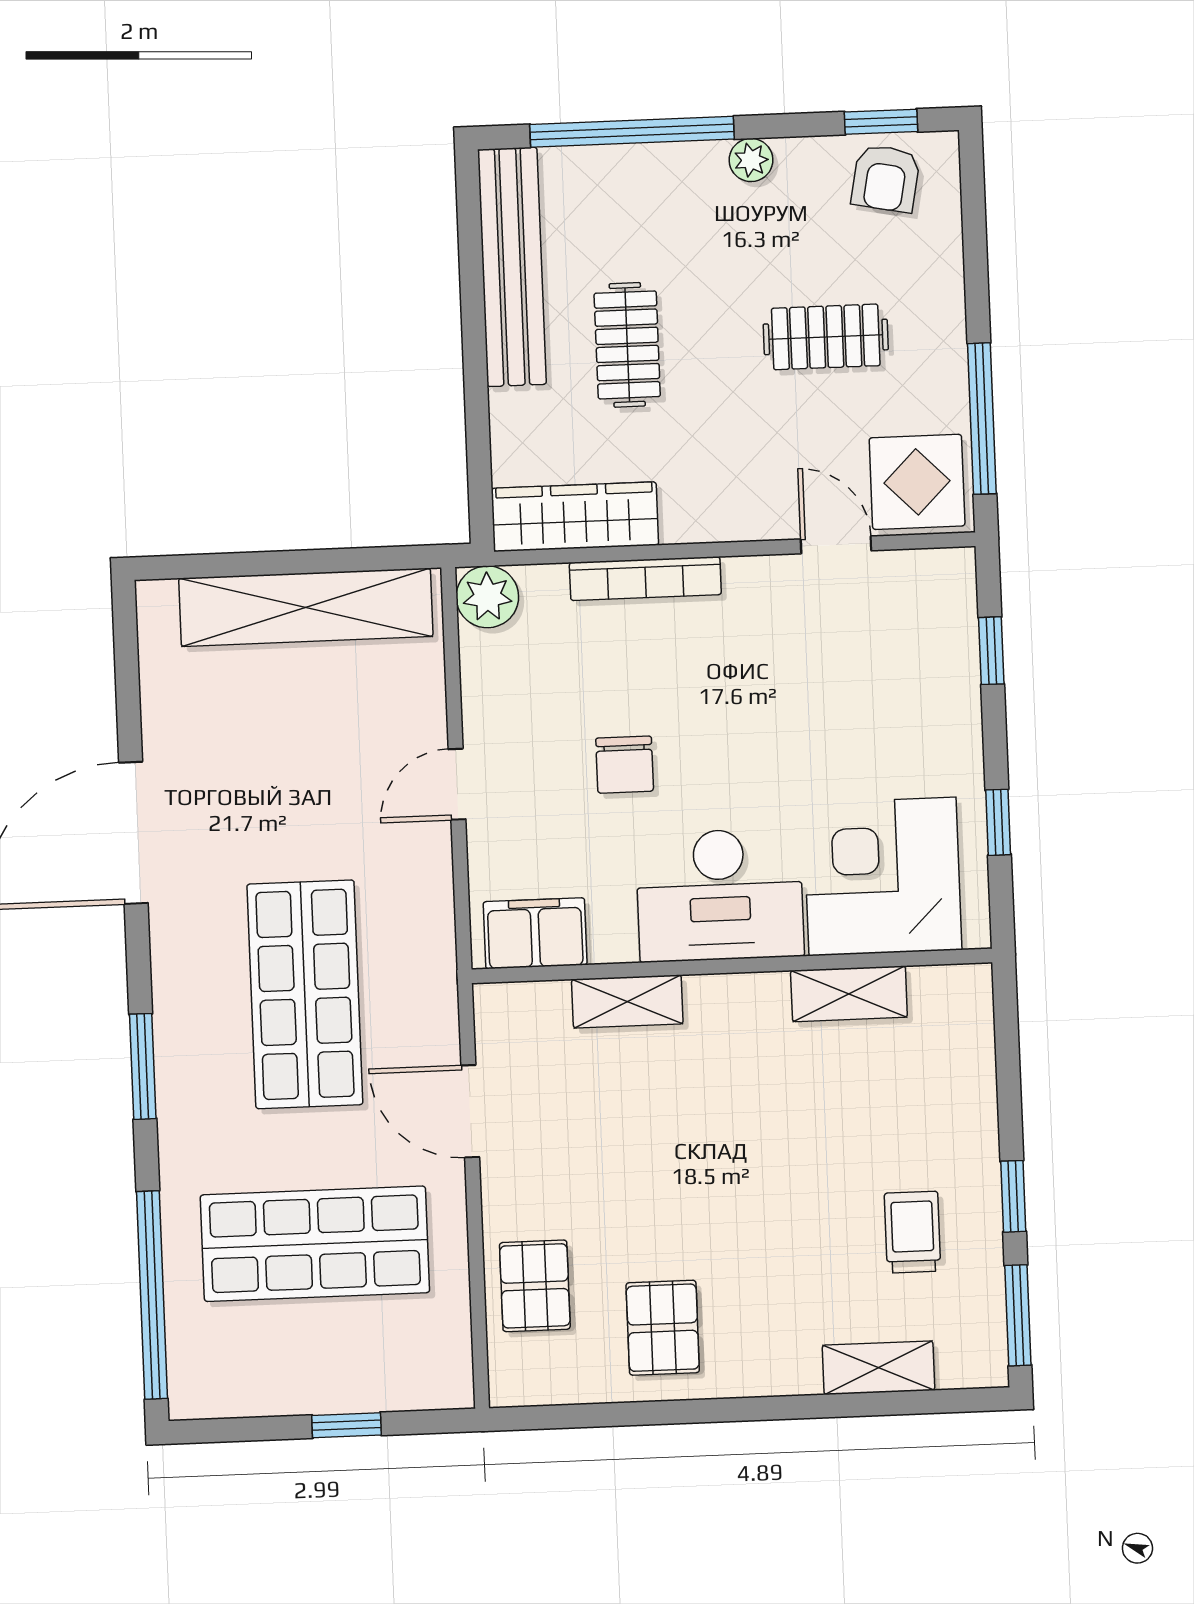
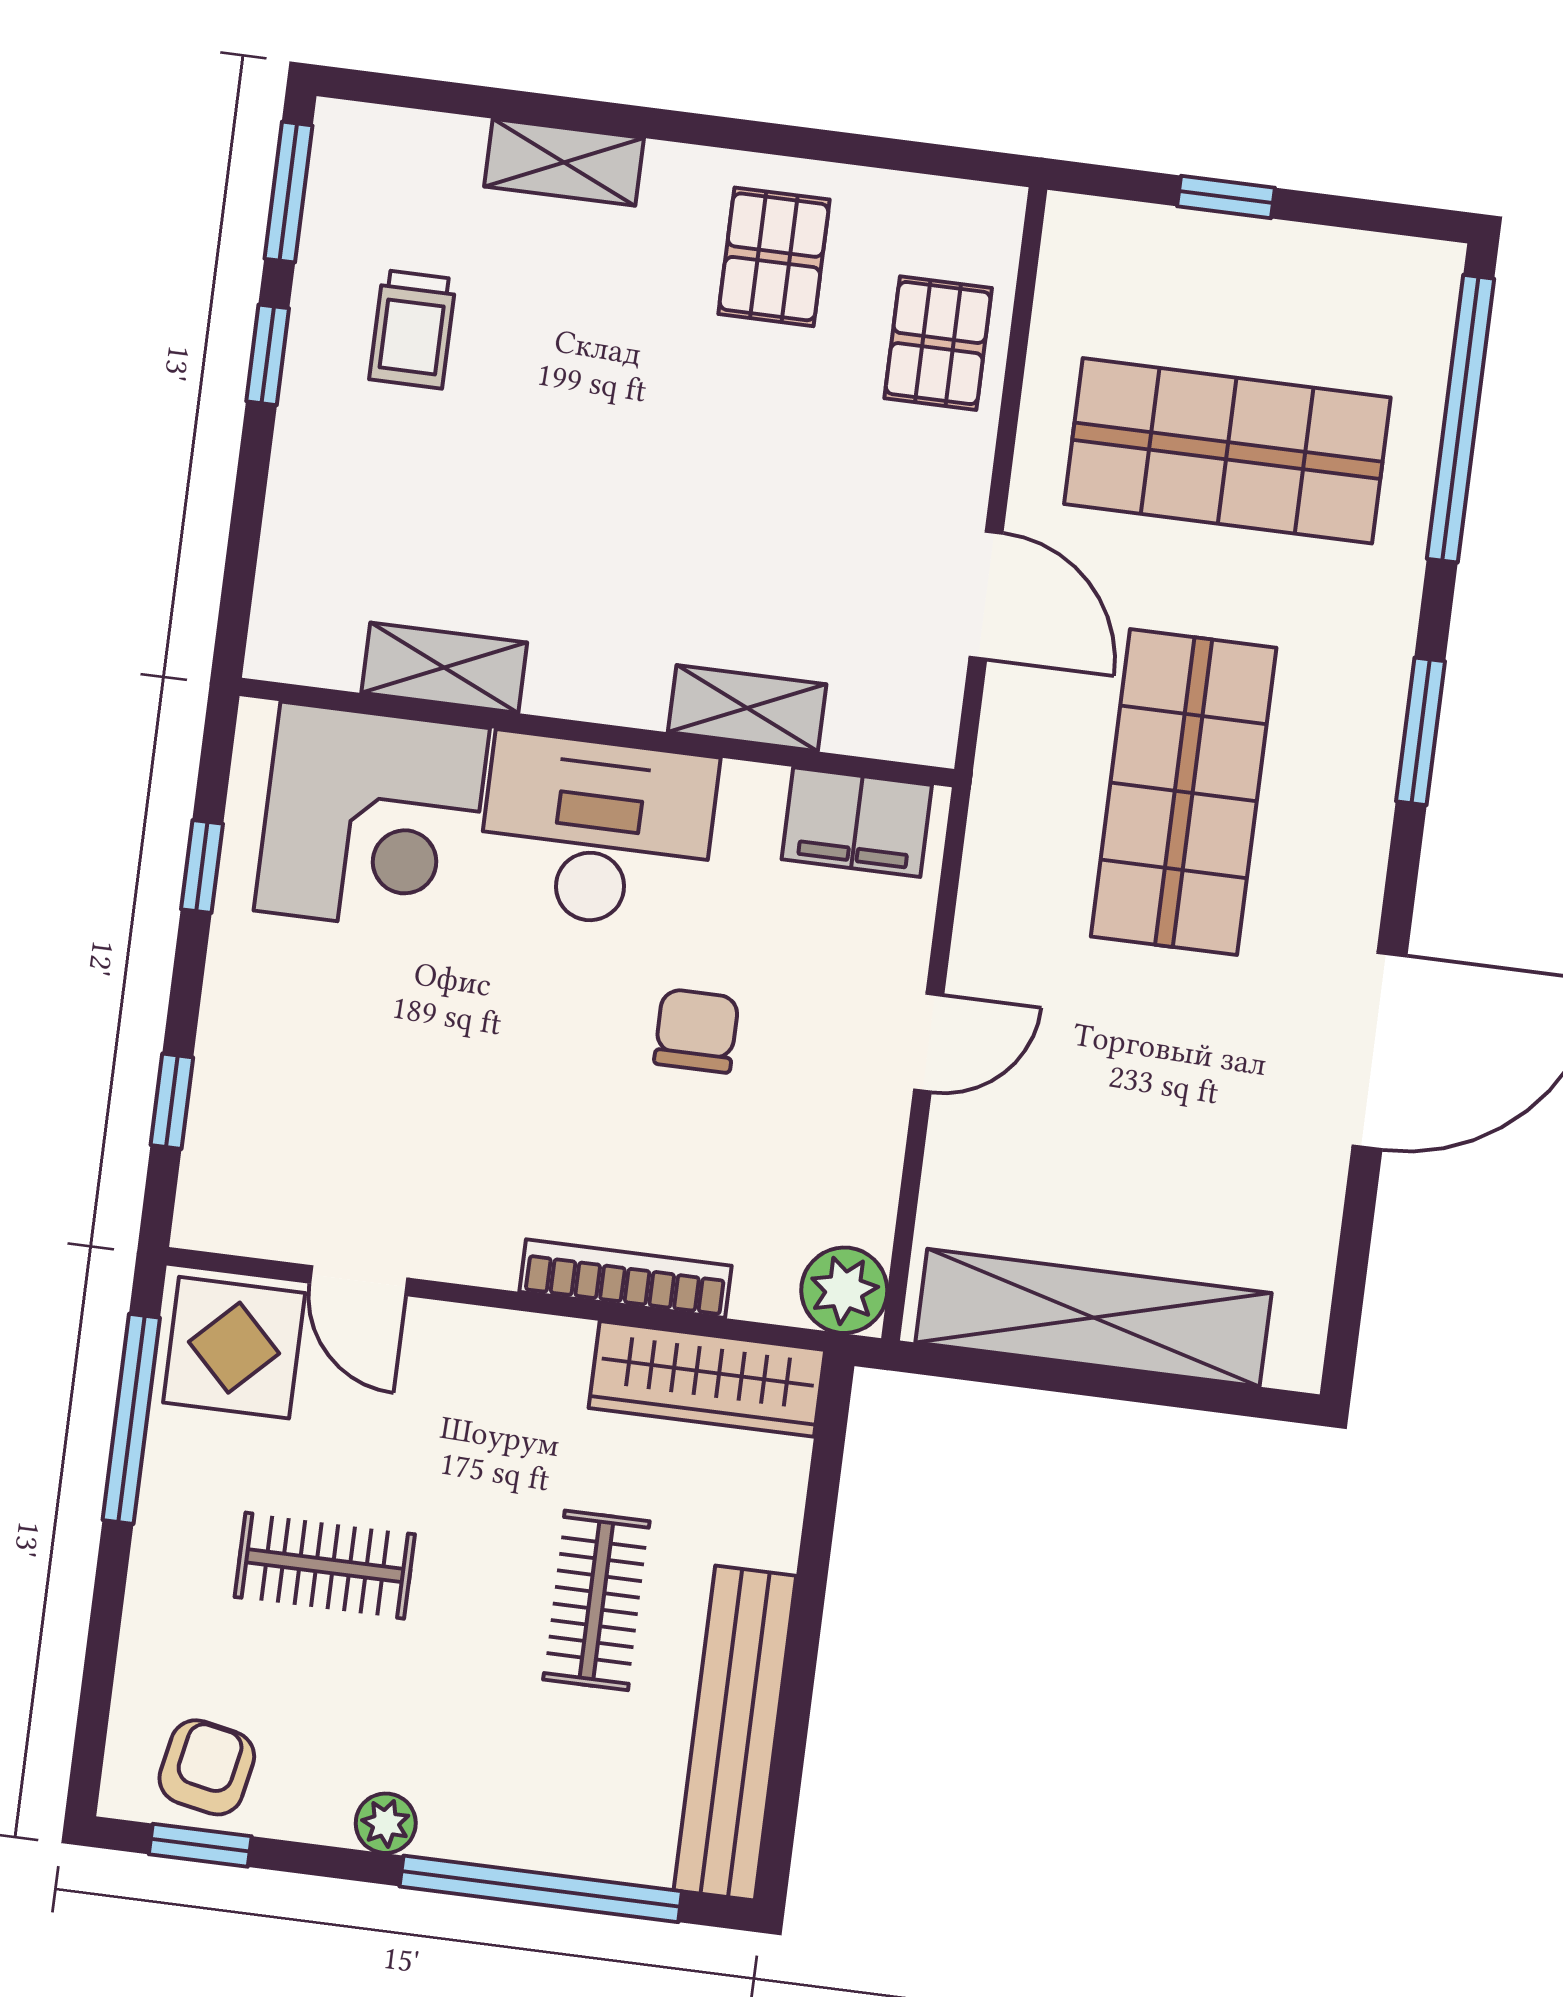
shelving: (878, 1368) -> (564, 162), moved

